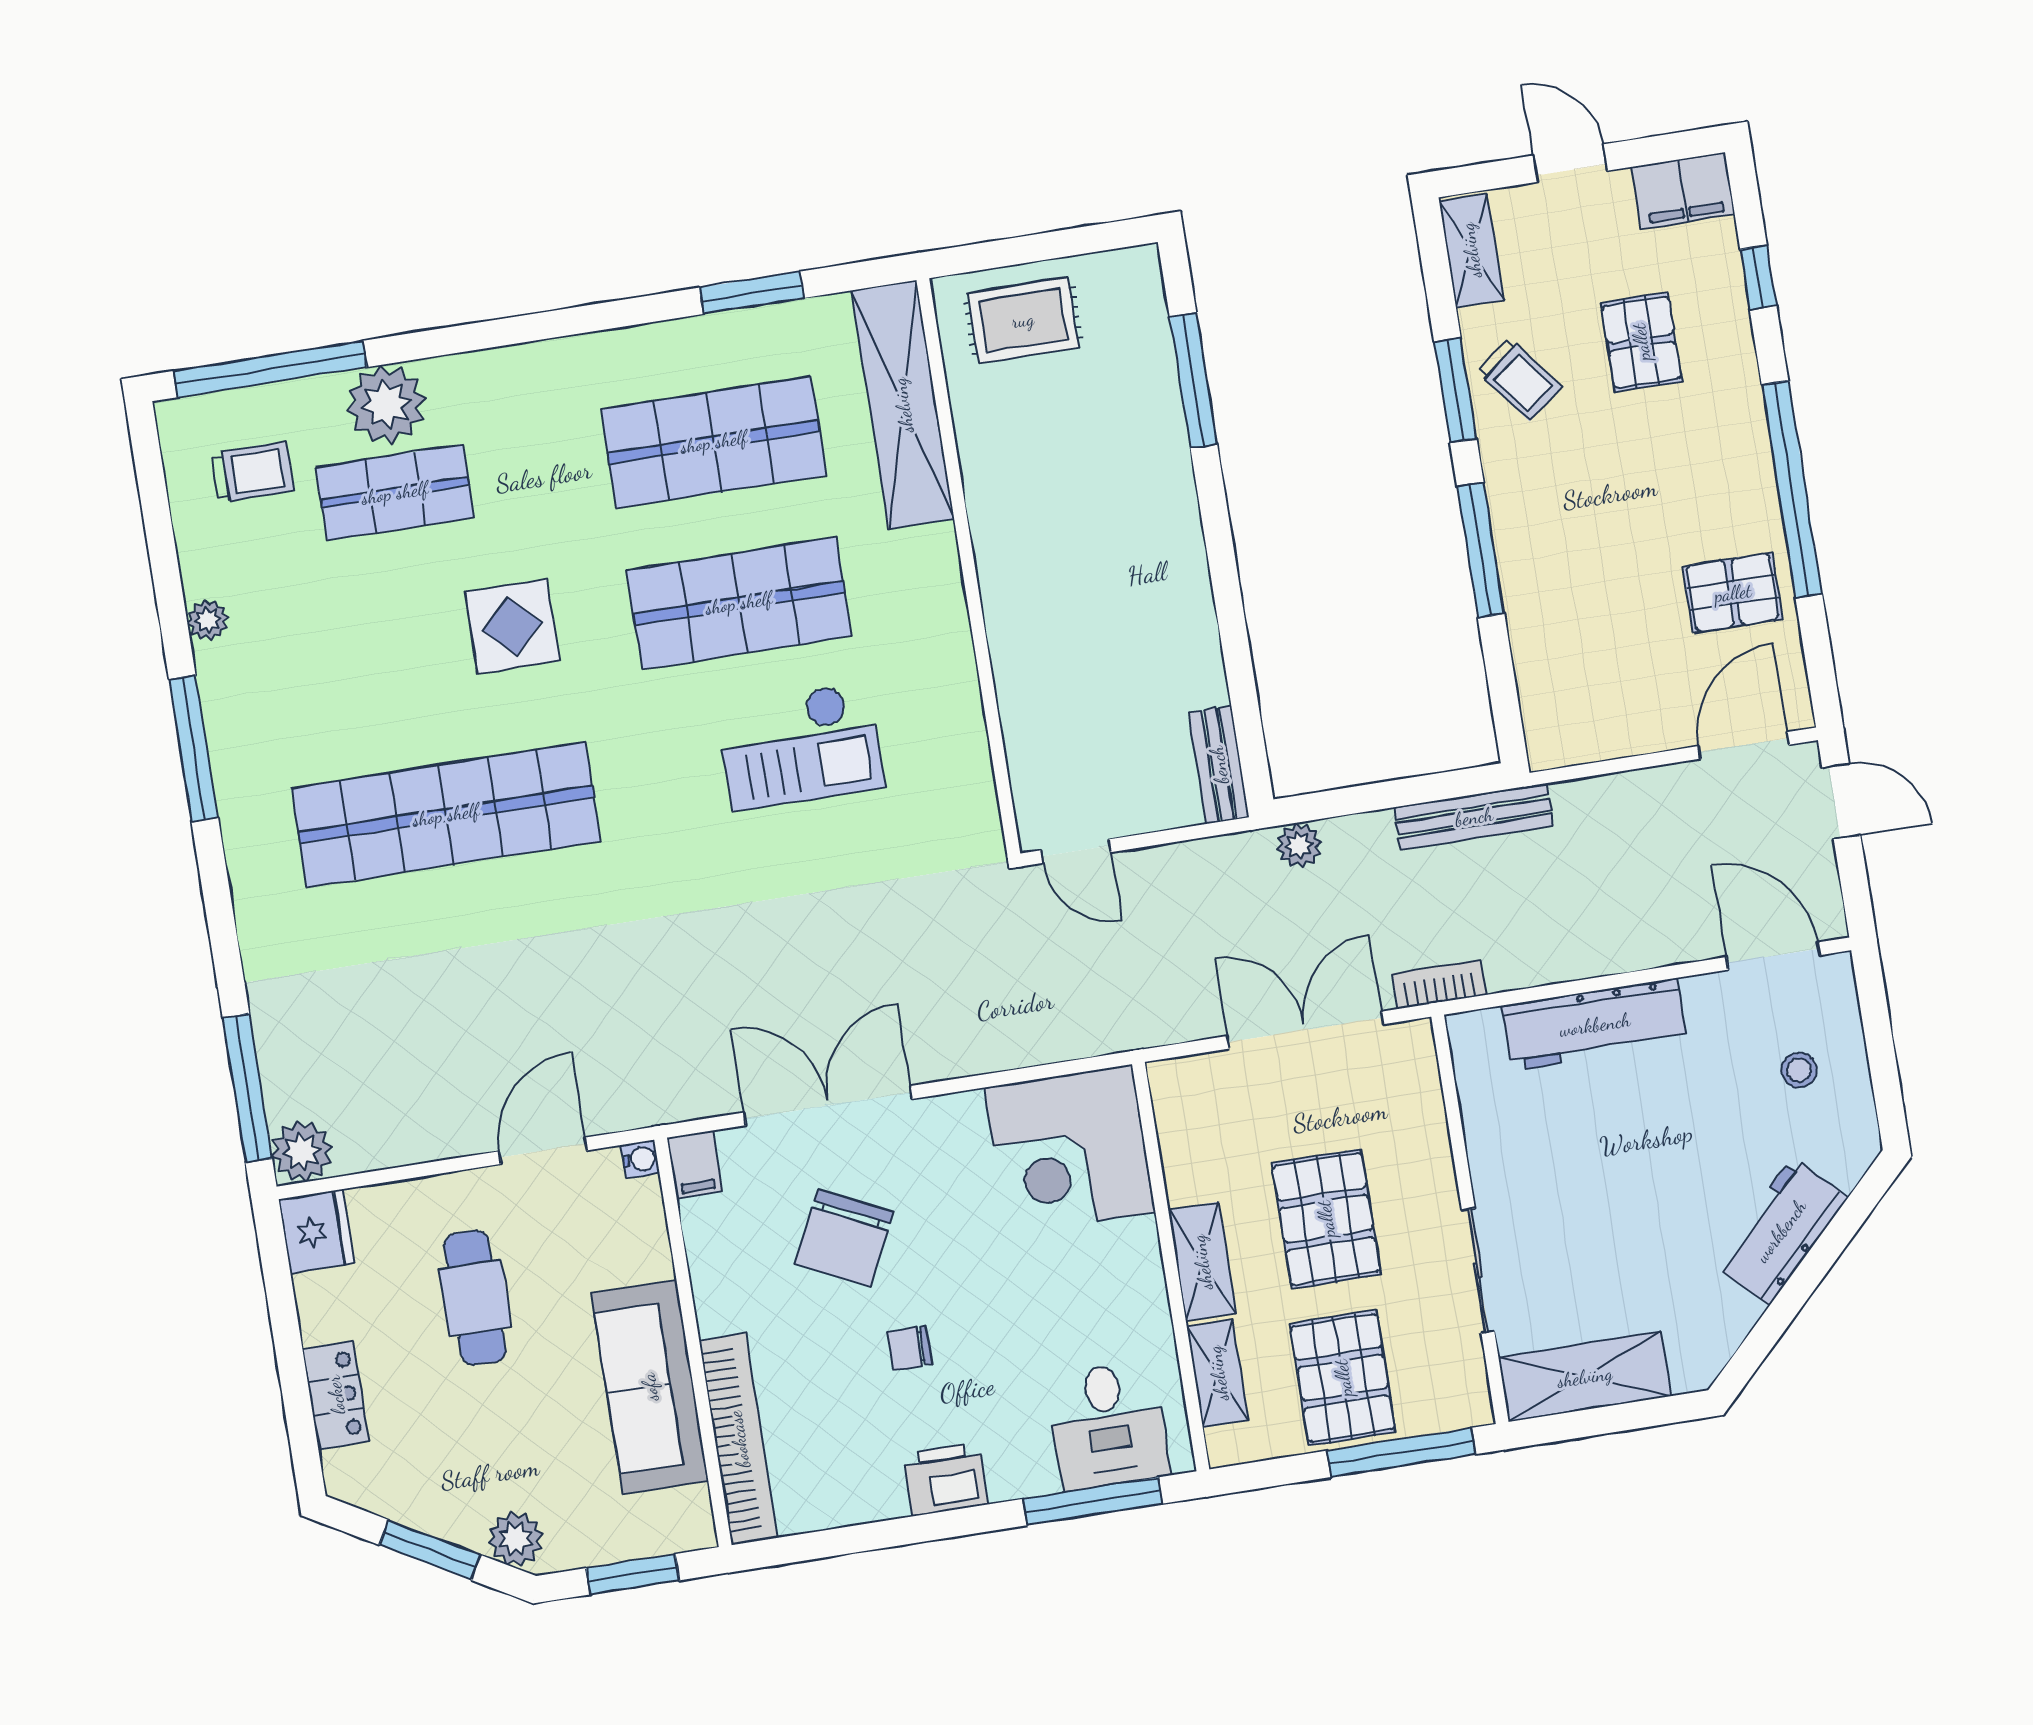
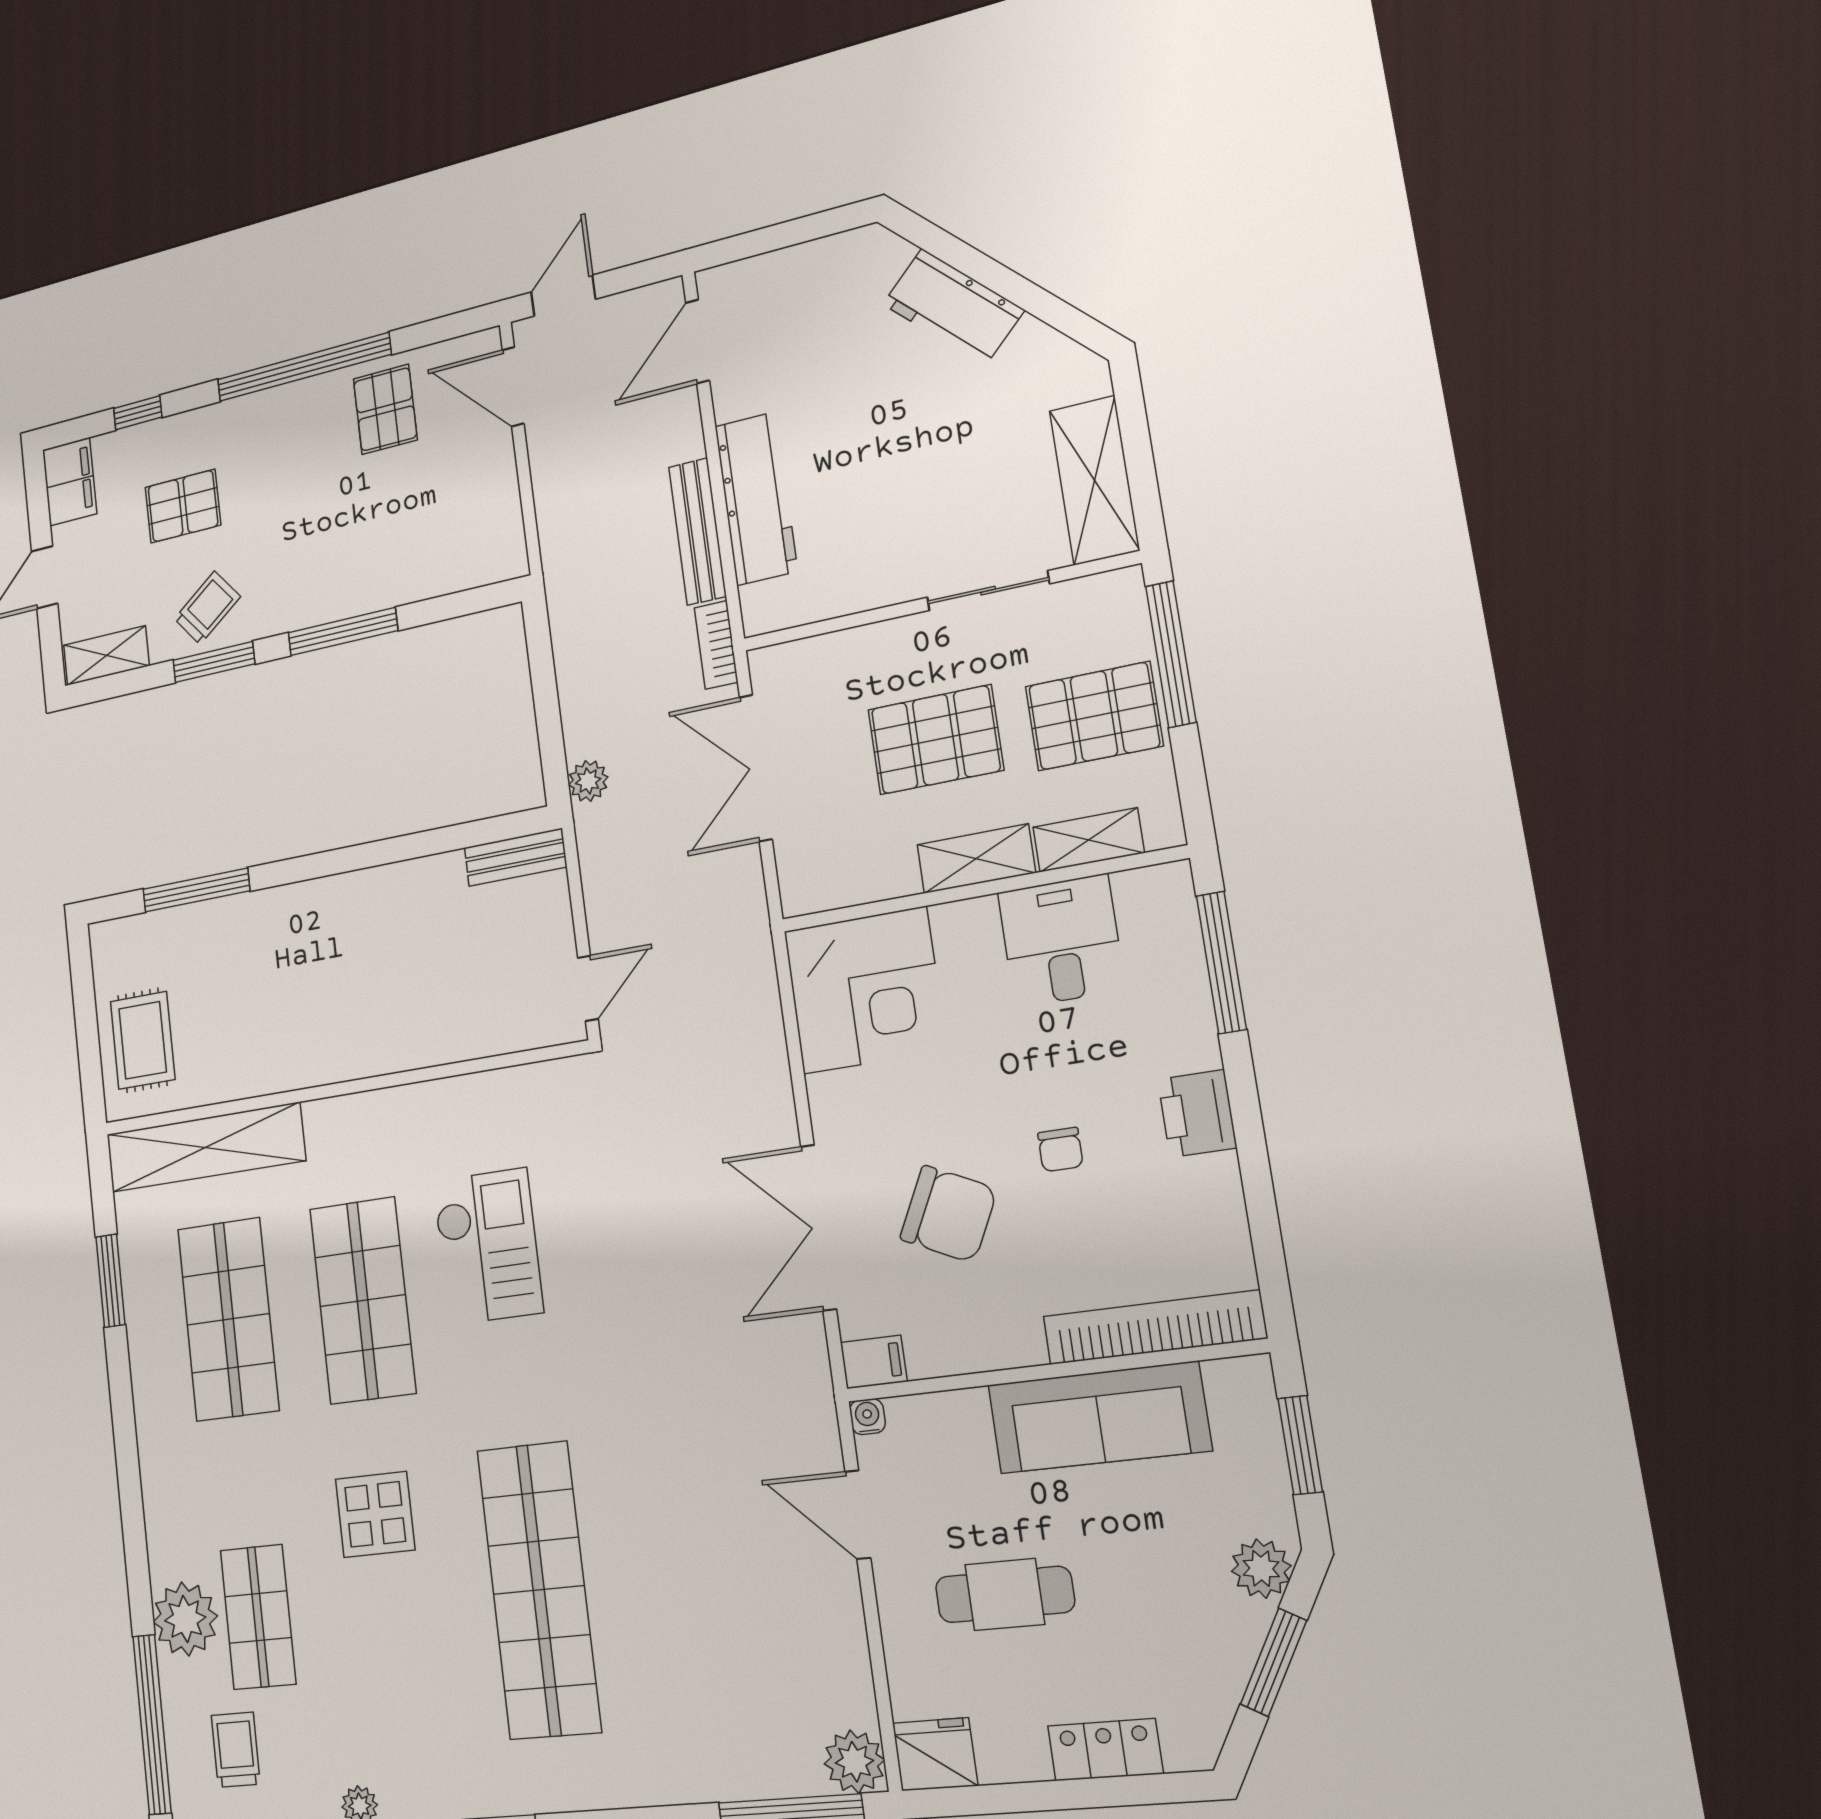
bench: (1474, 817) -> (697, 531), moved
stool: (1799, 1070) -> (802, 307), removed
desk: (1108, 1425) -> (1061, 941), moved, turned -90

